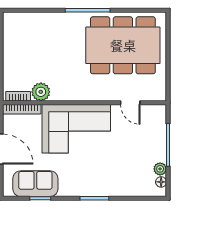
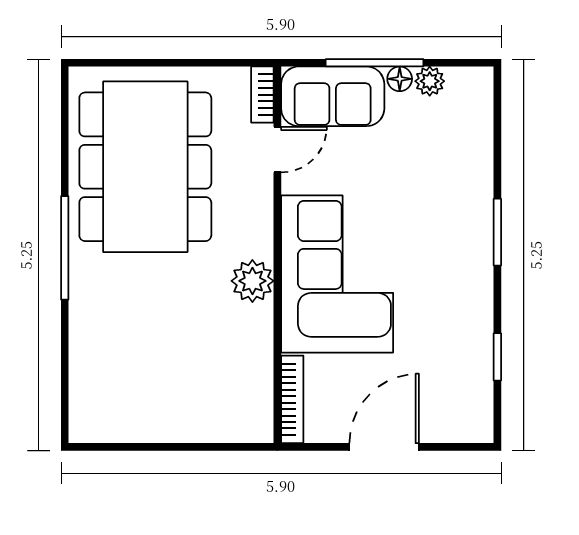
plant: (41, 92) -> (252, 281), moved
bookcase: (18, 96) -> (262, 95), moved
floor lamp: (161, 182) -> (400, 79), moved
sofa: (35, 184) -> (333, 96), moved, turned -90

